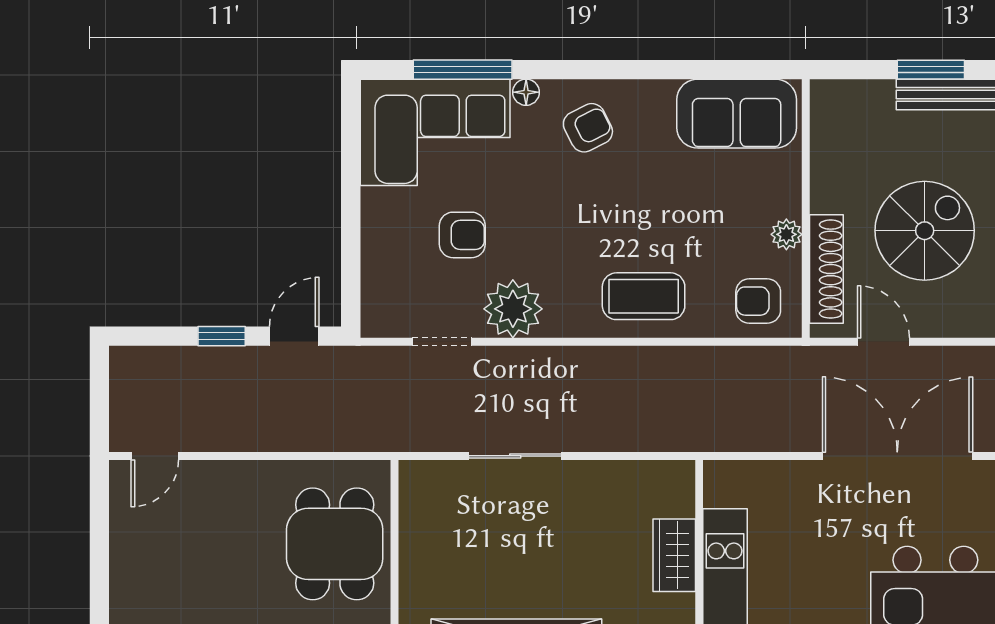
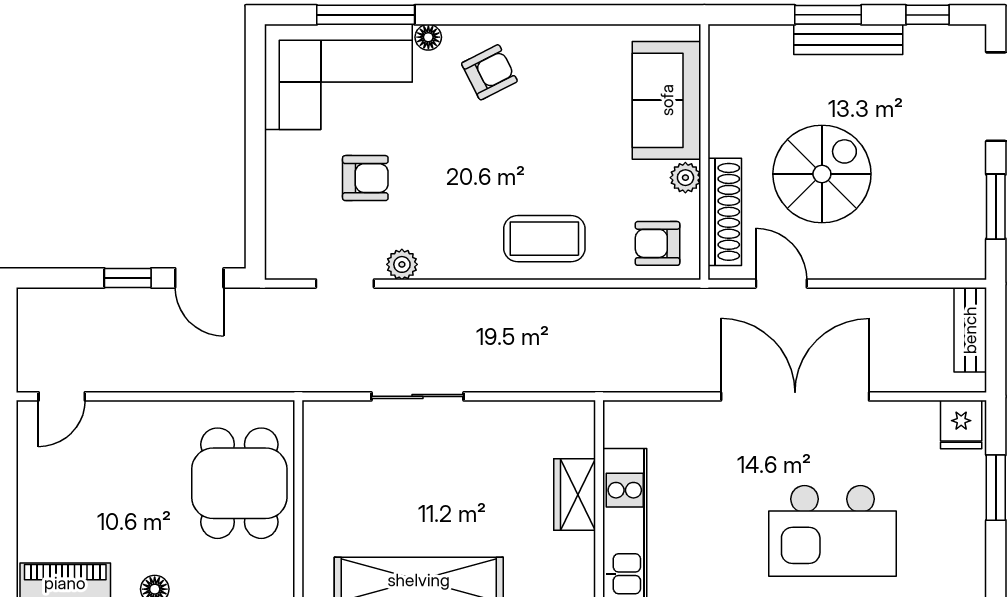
sofa: (737, 114) -> (667, 100), moved, turned 90
plant: (513, 309) -> (402, 264), width x0.53, depth x0.53
door: (294, 336) -> (199, 278), swing flipped

